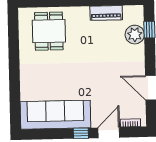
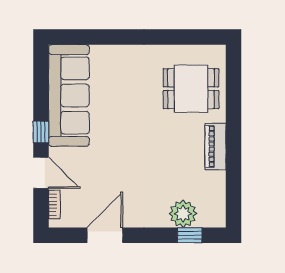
piano: (106, 13) -> (216, 147), moved

